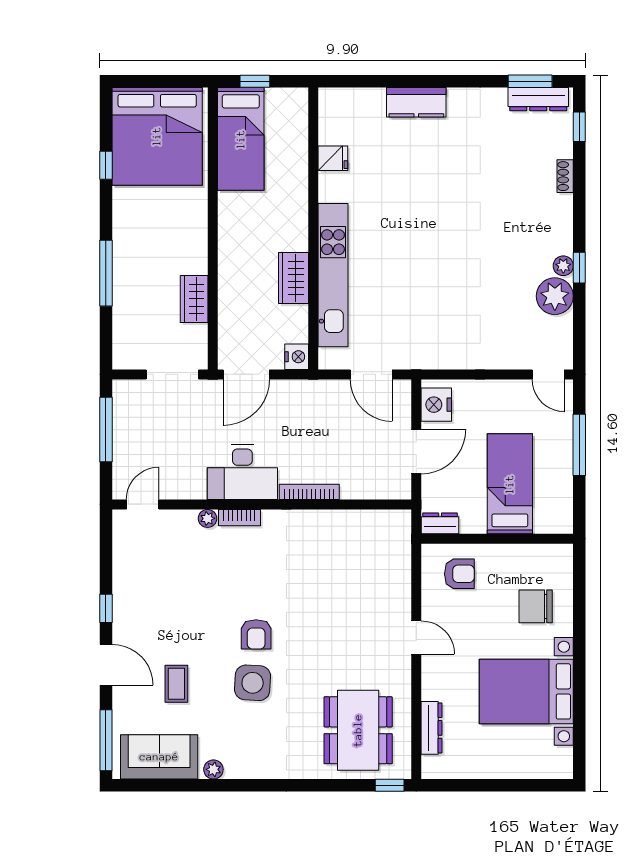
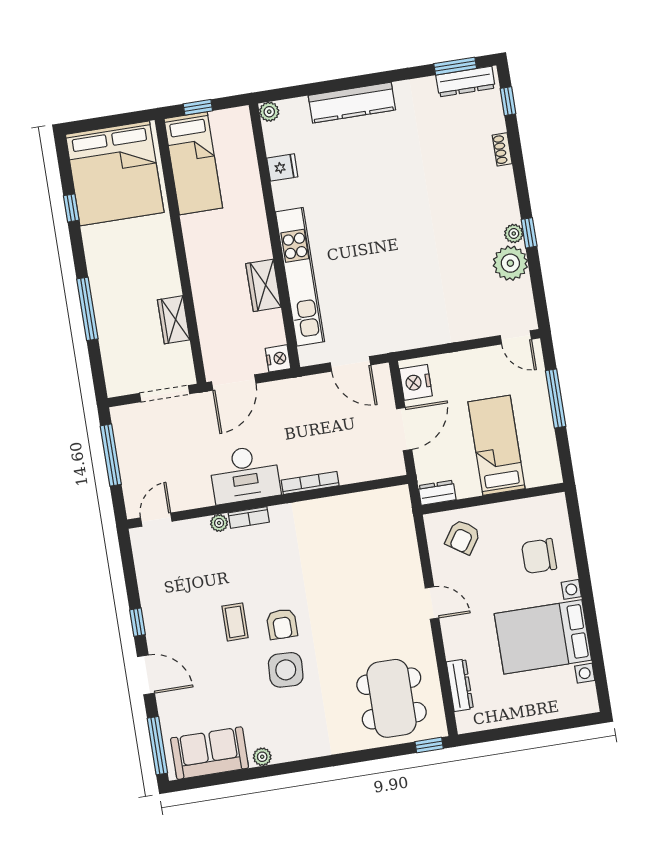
plant: (329, 98) -> (269, 112), added
kitchen counter: (416, 102) -> (352, 103), width x1.50
armchair: (459, 574) -> (463, 537), turned 124
coffee table: (176, 684) -> (235, 622), moved

